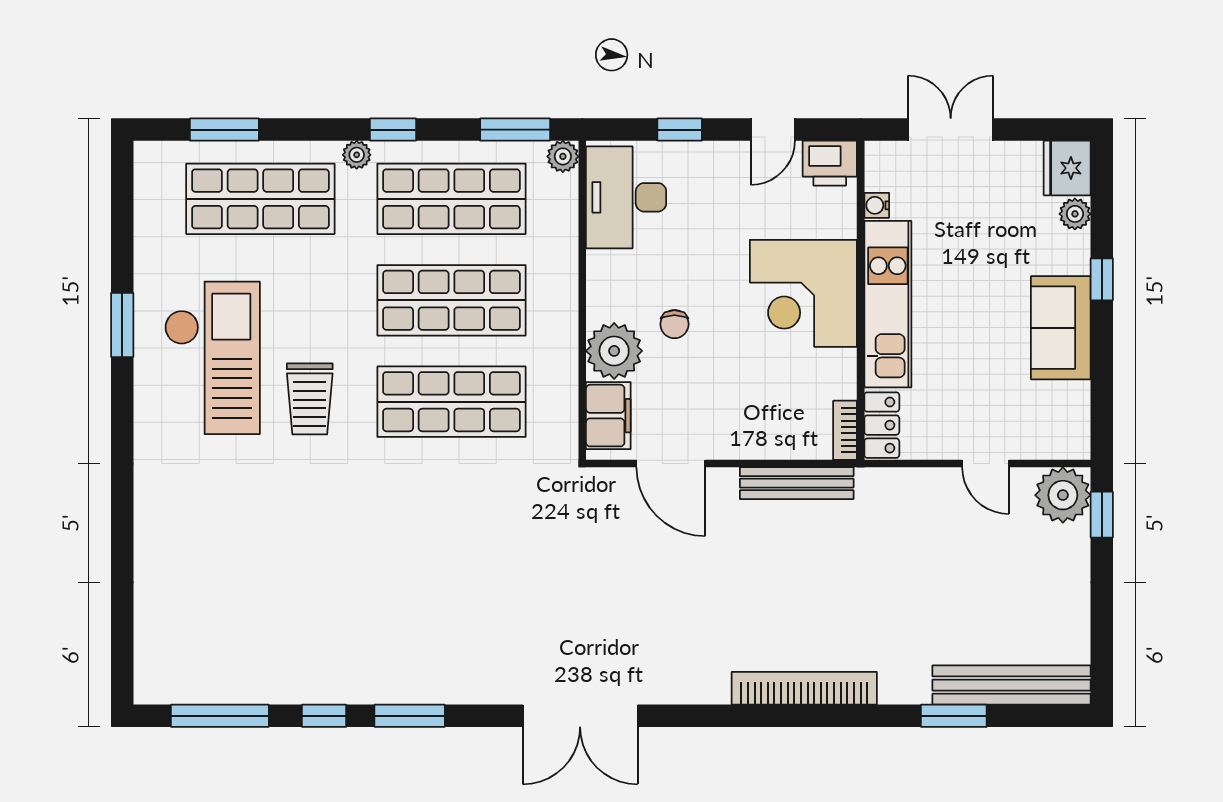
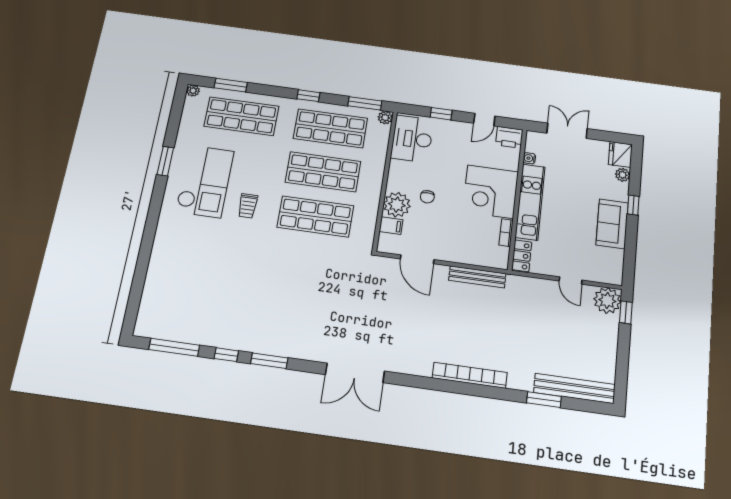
plant: (357, 155) -> (193, 91), moved
trolley: (310, 399) -> (248, 206), width x0.73, depth x0.72
filing cabinet: (608, 416) -> (391, 226), width x0.50
bookcase: (845, 430) -> (506, 233), moved

